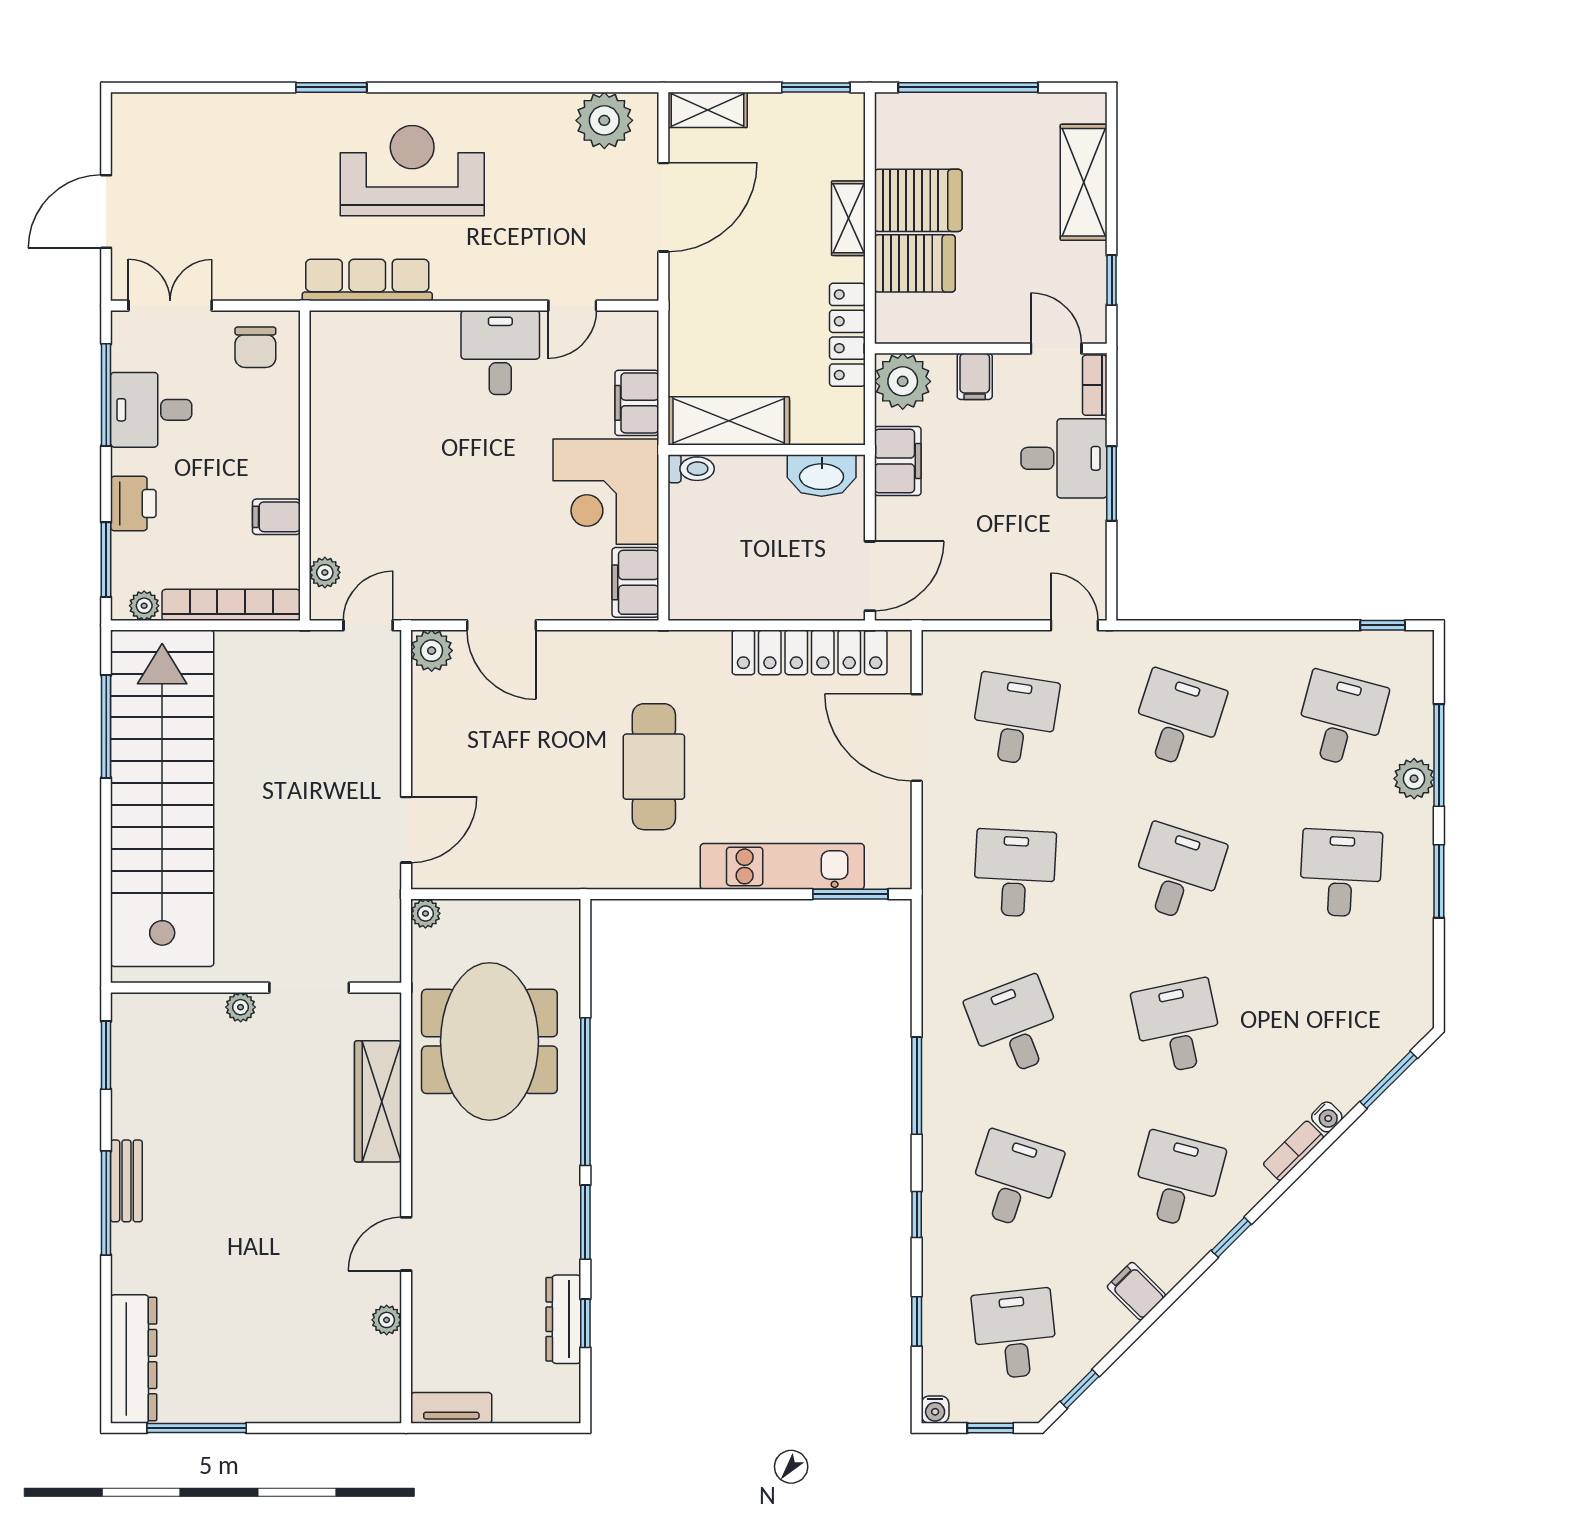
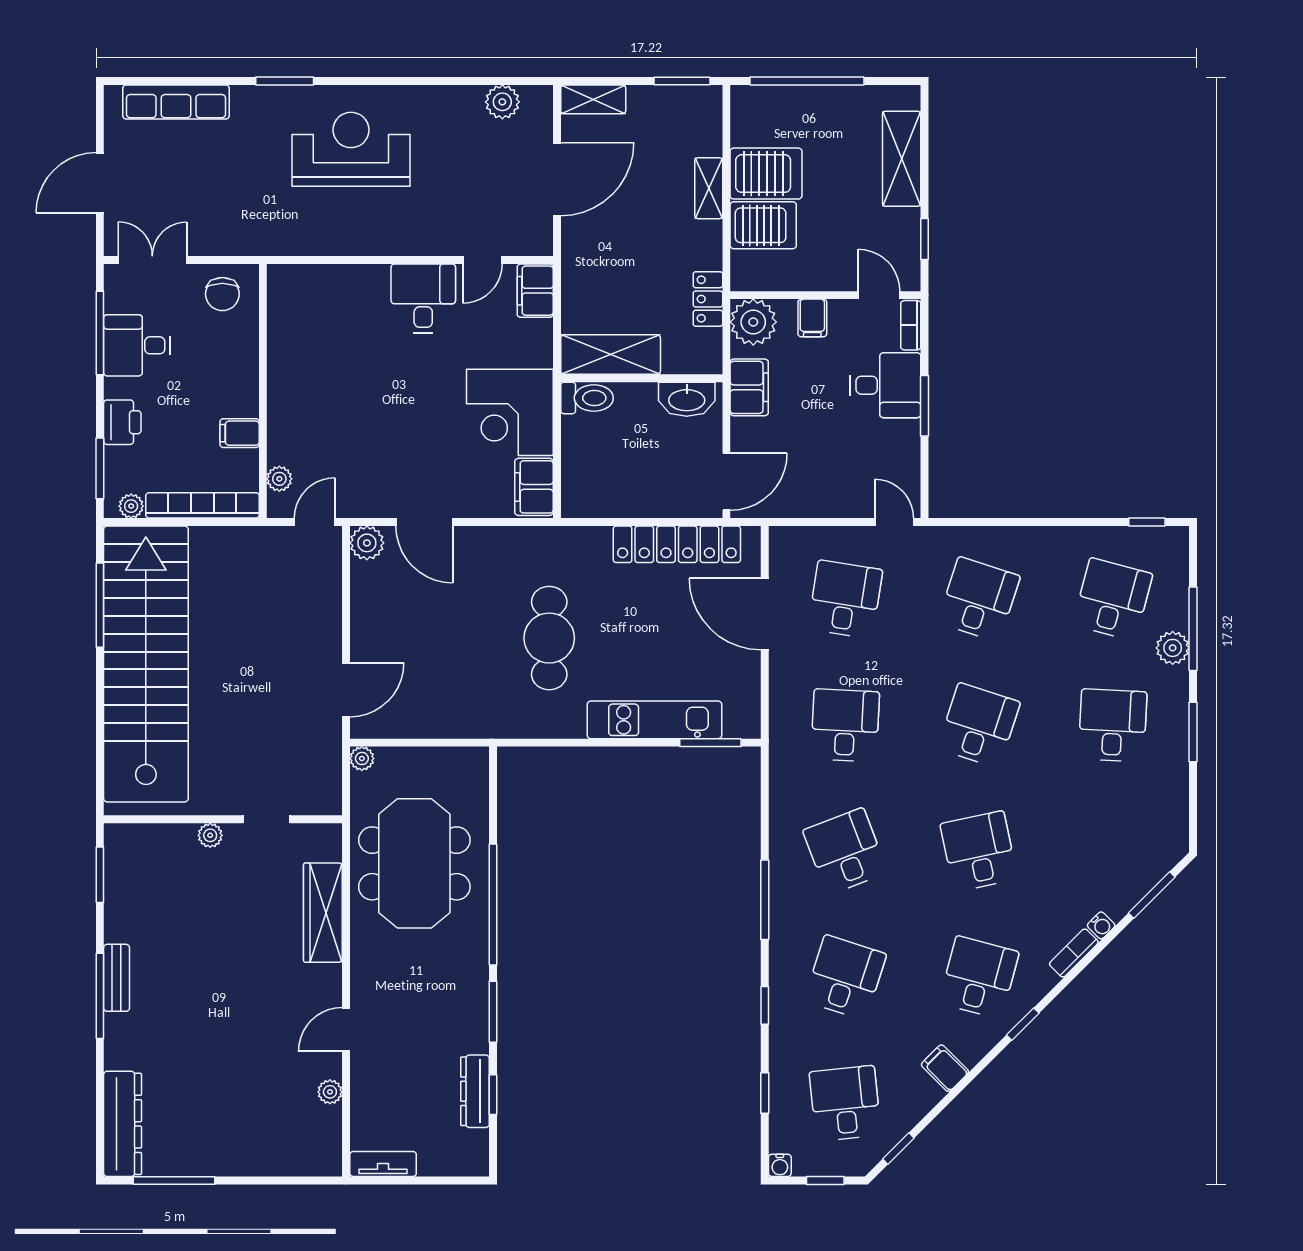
plant: (604, 120) -> (502, 102), width x0.73, depth x0.73
row of seats: (367, 280) -> (176, 102), moved, turned 180
locker: (847, 335) -> (708, 299), width x0.66
filing cabinet: (637, 403) -> (535, 291), moved
toilet: (691, 469) -> (587, 398), width x1.37, depth x1.39
doorway: (309, 988) -> (266, 819), width x0.73

